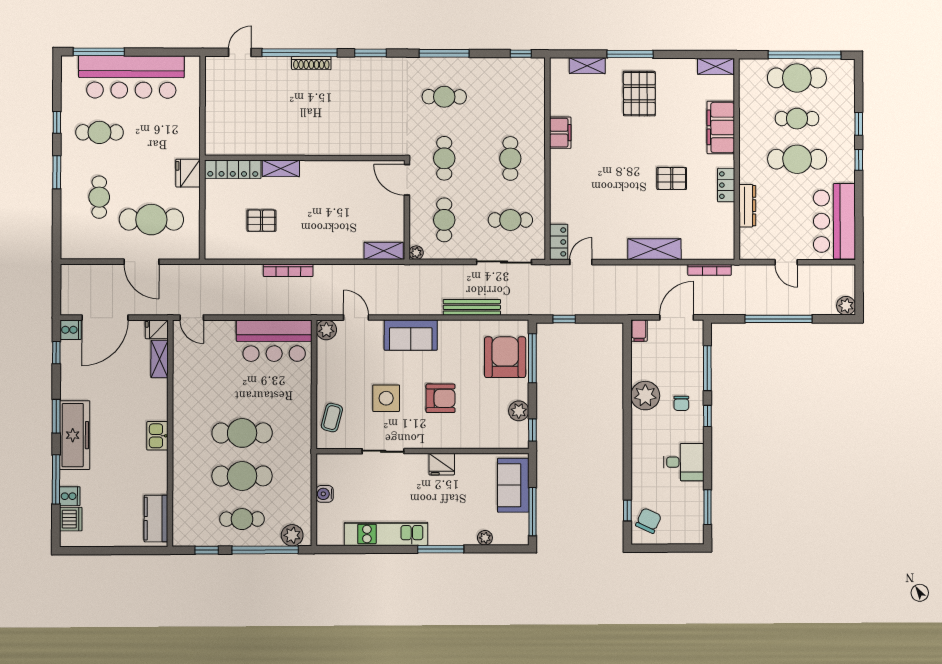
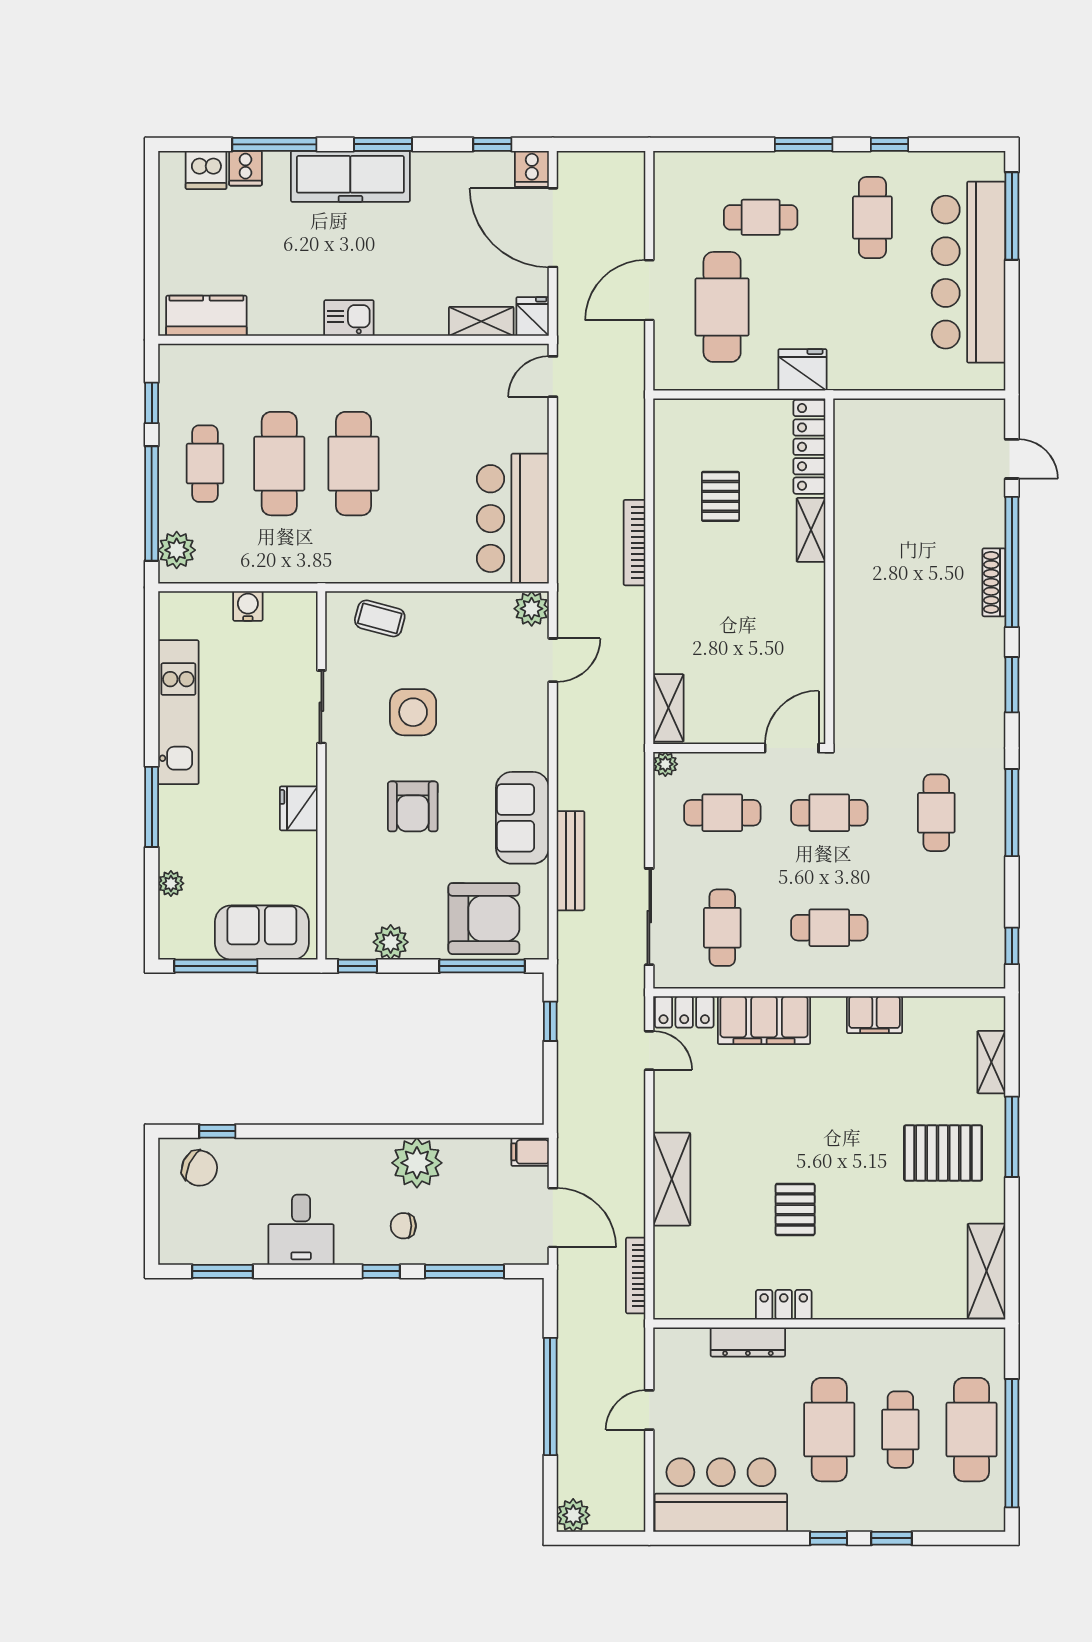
shelving: (716, 66) -> (986, 1271), width x1.50, depth x1.33
filing cabinet: (721, 127) -> (764, 1020), moved, turned 180
sofa: (411, 335) -> (522, 818), moved

